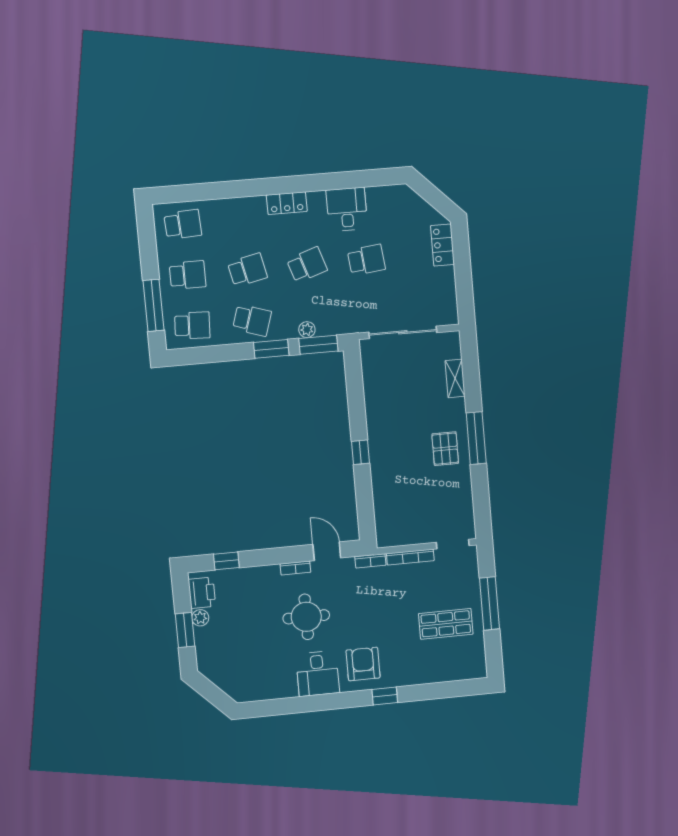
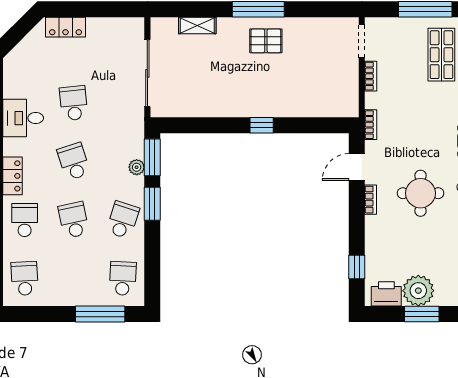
school desk: (188, 275) -> (25, 220), moved
bookcase: (410, 557) -> (371, 76), width x0.64
plant: (200, 618) -> (418, 291), width x1.88, depth x1.88

